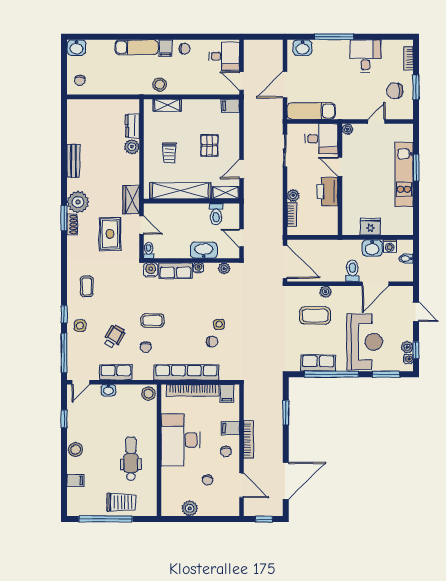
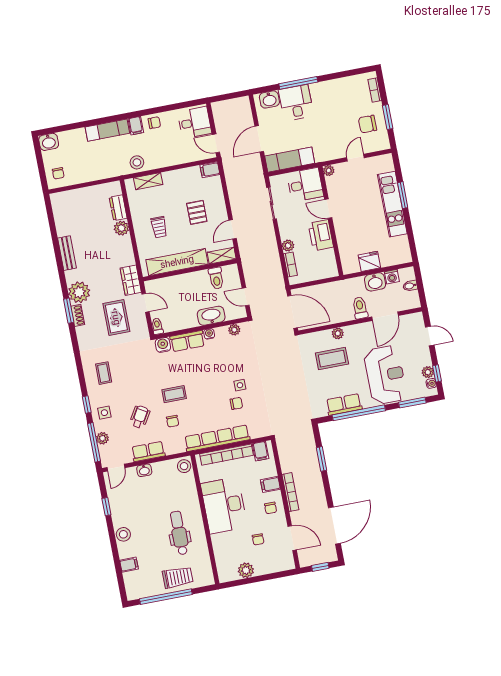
desk: (365, 56) -> (296, 103), moved
plant: (73, 351) -> (102, 438), added

